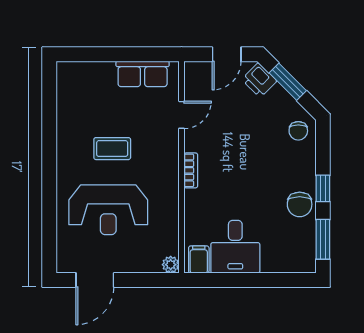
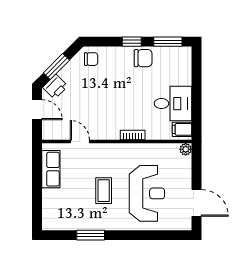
window: (49, 130) -> (91, 235), added
bookcase: (191, 170) -> (133, 135), moved

